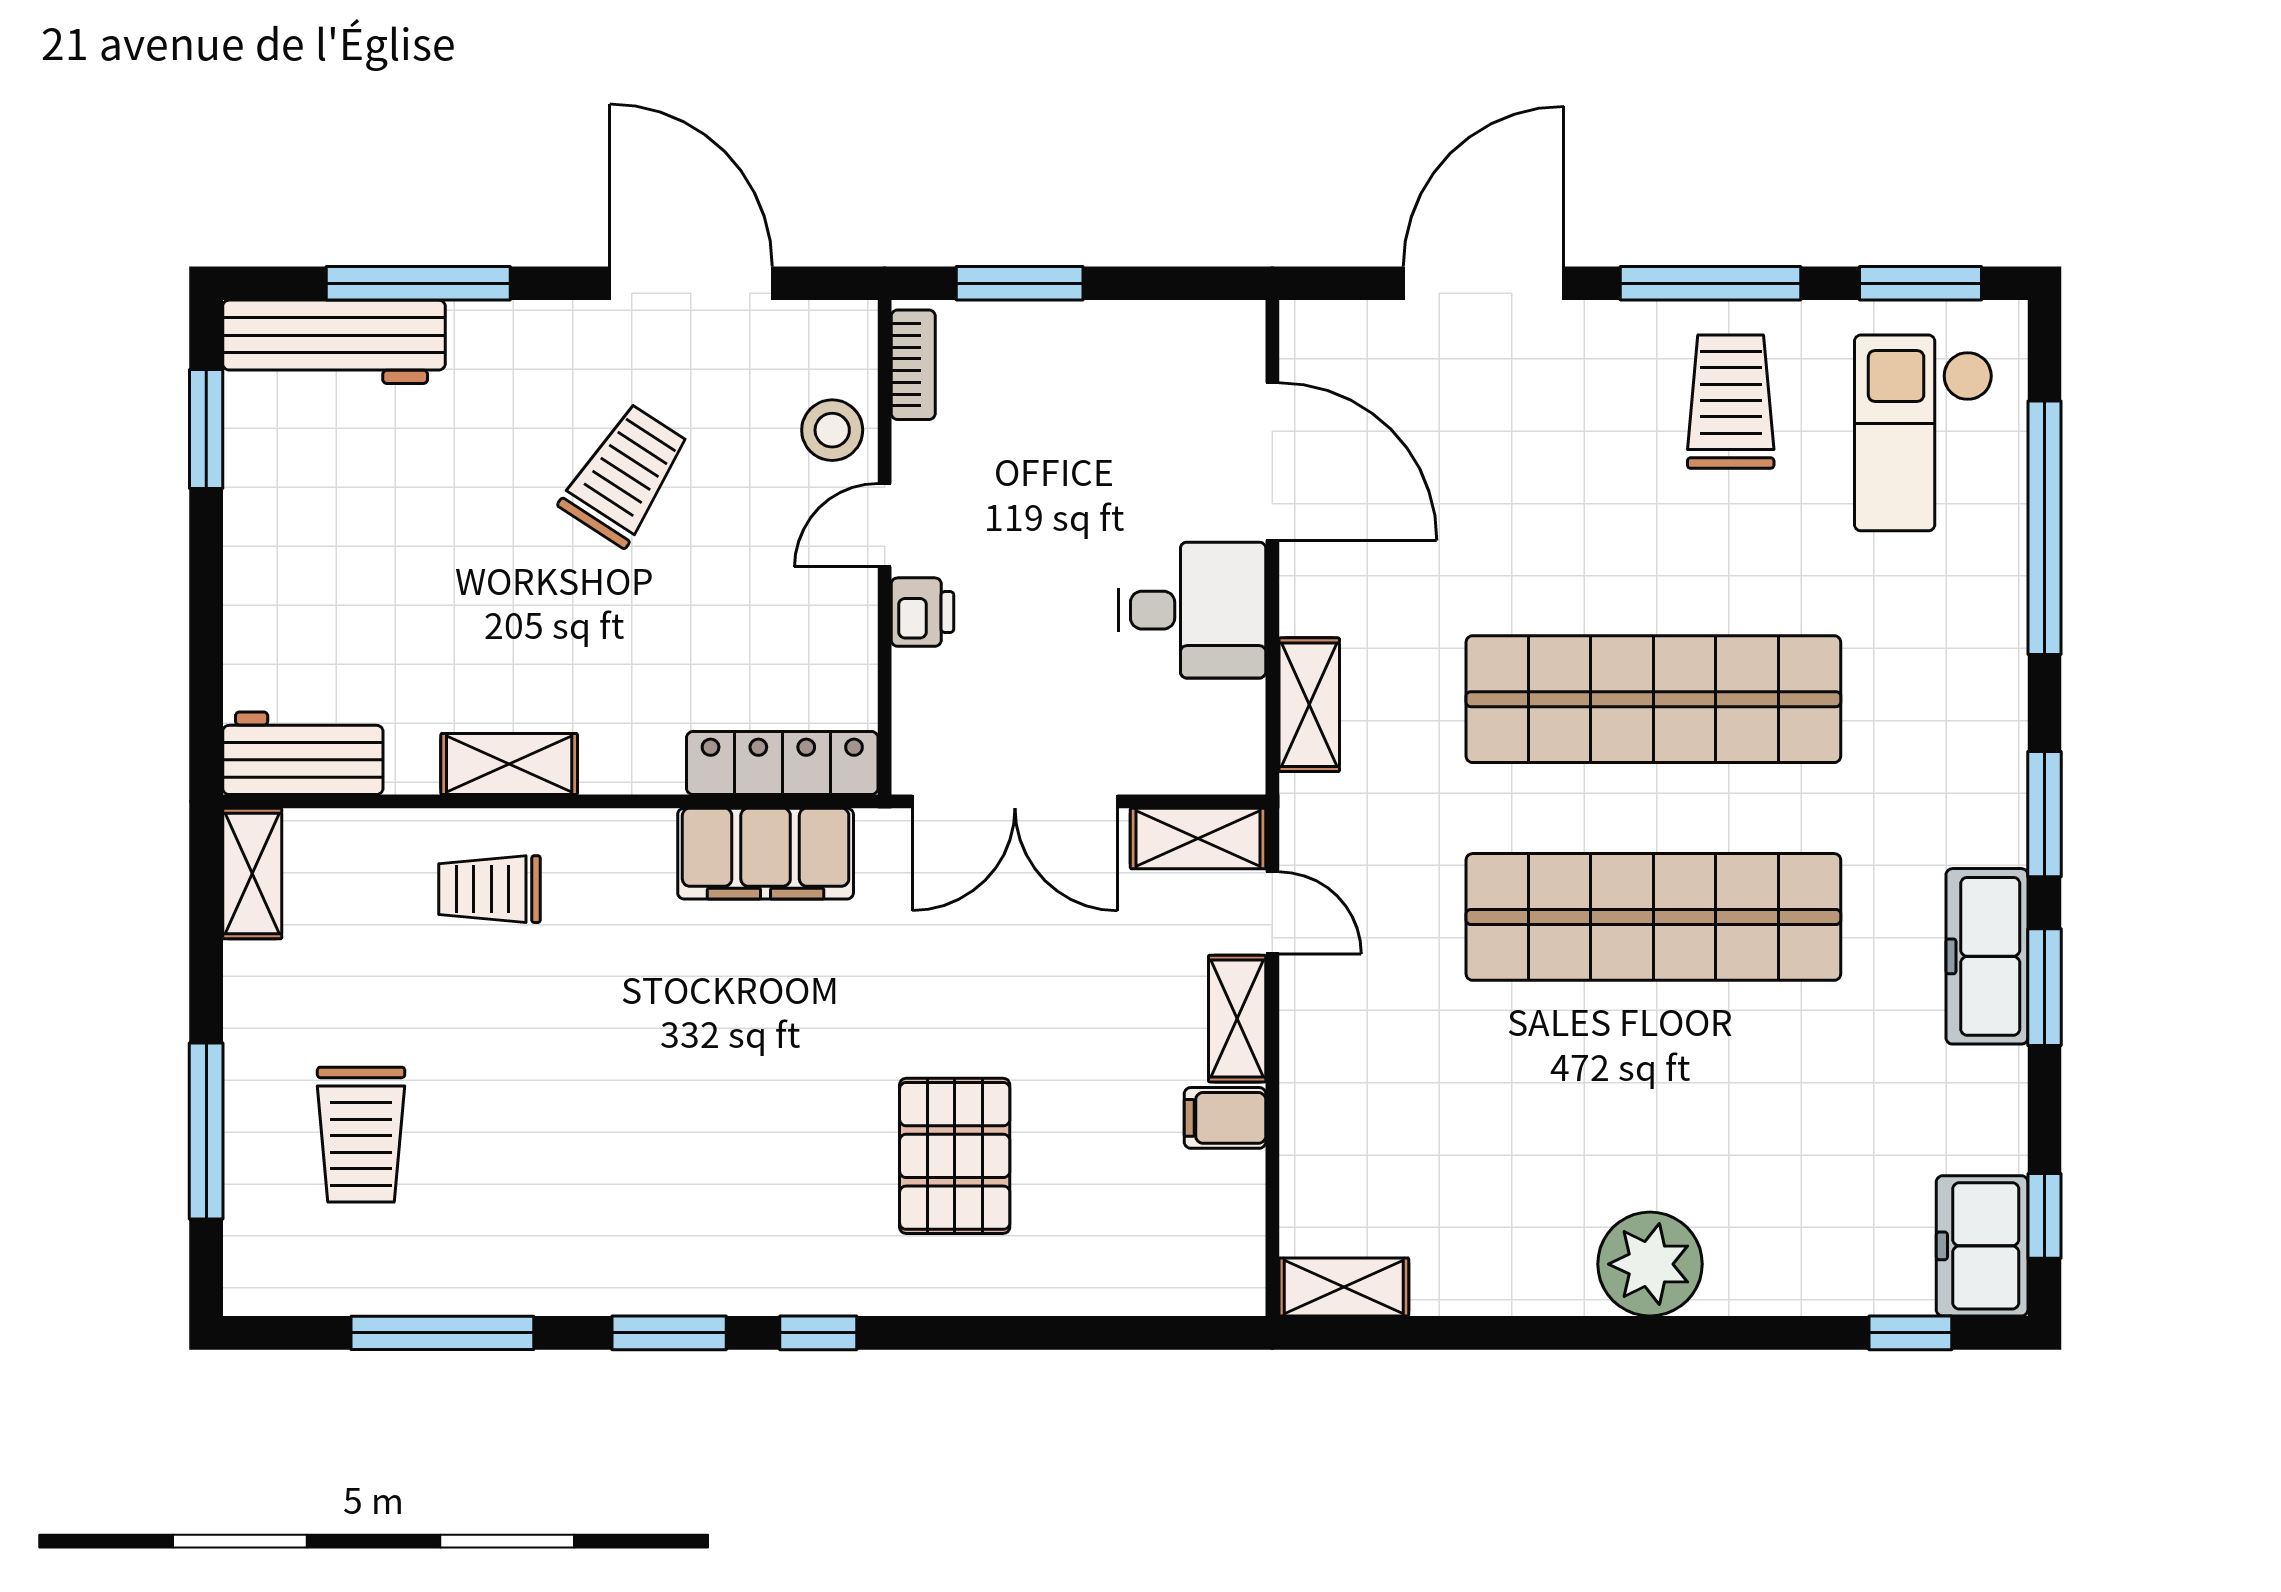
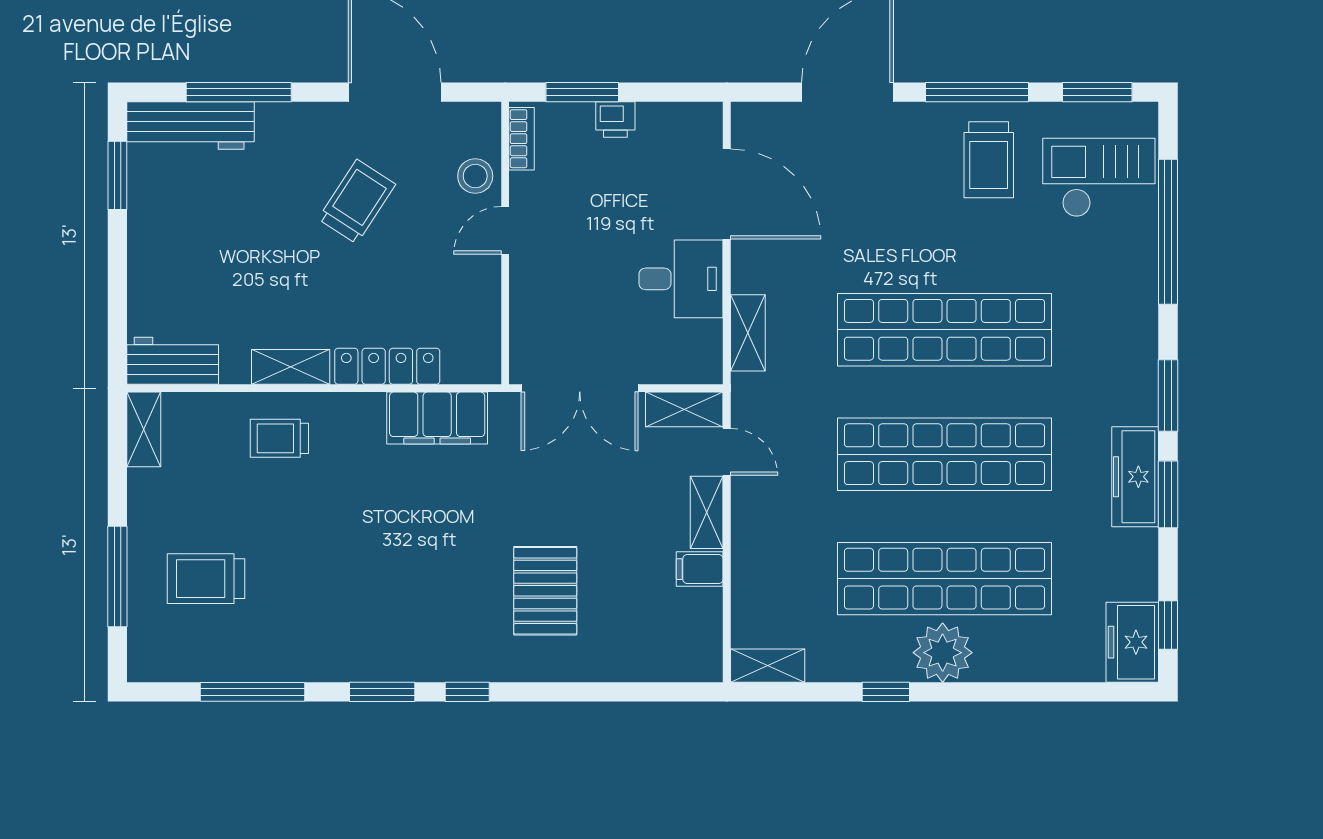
trolley: (1731, 402) -> (989, 160), turned 180
checkout: (1924, 433) -> (1099, 178), turned 90
printer: (922, 612) -> (615, 119), moved, turned 90
locker: (782, 763) -> (387, 366), moved
trolley: (361, 1135) -> (206, 579), turned 90
shop shelf: (1653, 1135) -> (944, 579), added
window: (1910, 1333) -> (886, 692), moved

